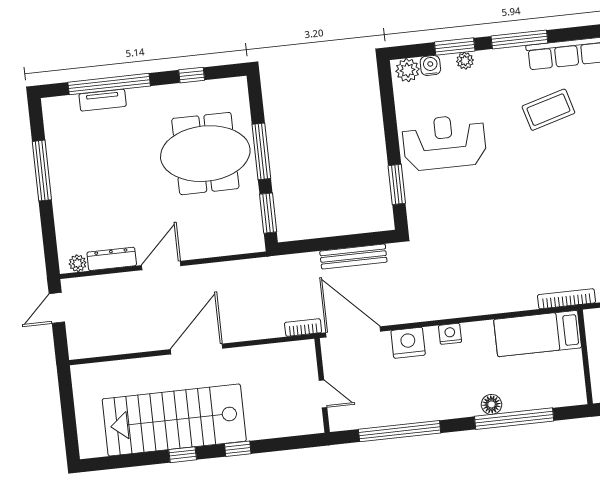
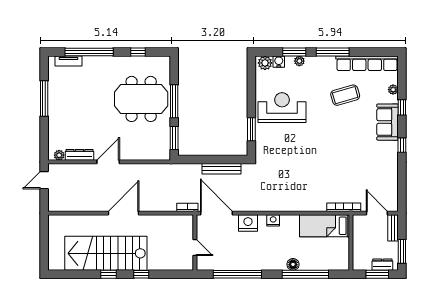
tv unit: (103, 100) -> (68, 61), moved

